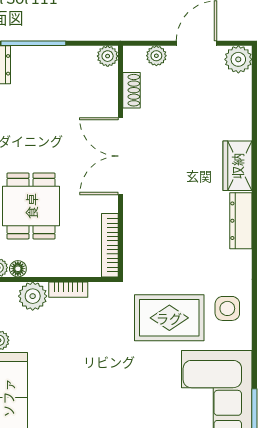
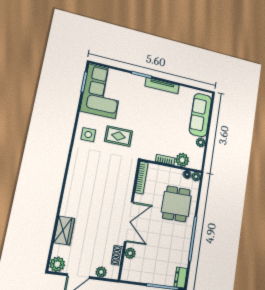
plant: (108, 56) -> (130, 253), moved
wardrobe: (237, 166) -> (64, 230), moved
dresser: (241, 221) -> (73, 178), removed
rug: (169, 318) -> (118, 136), width x0.73, depth x0.70

